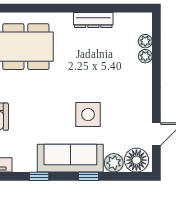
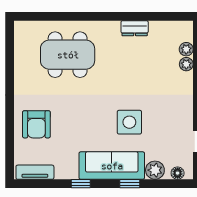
dresser: (93, 20) -> (135, 28), width x0.70
floor lamp: (136, 160) -> (178, 173), width x0.53, depth x0.53

